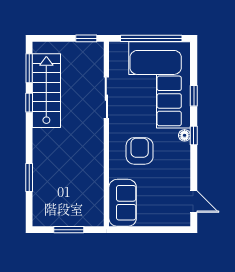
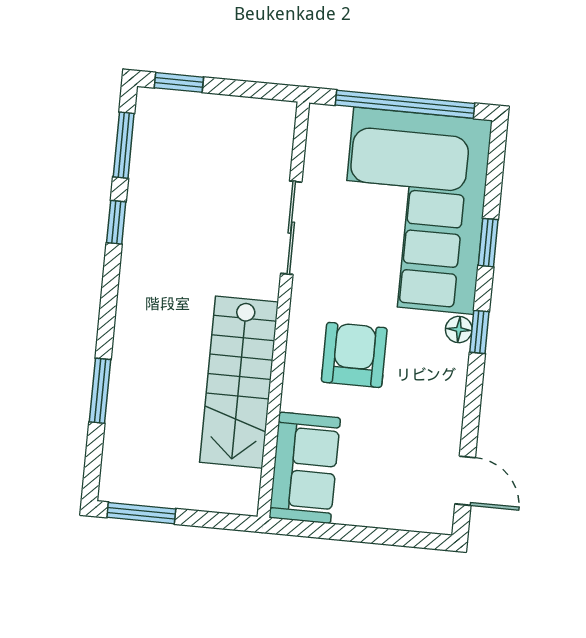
window: (86, 38) -> (179, 82), moved
stairs: (46, 91) -> (239, 382), moved, turned 180
window: (69, 230) -> (141, 513), moved

